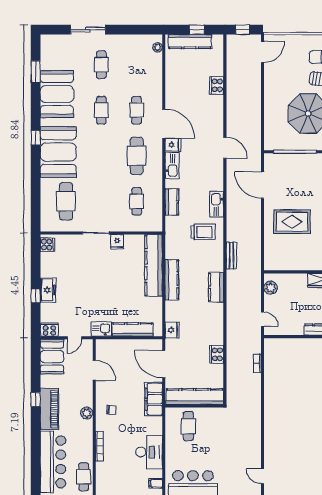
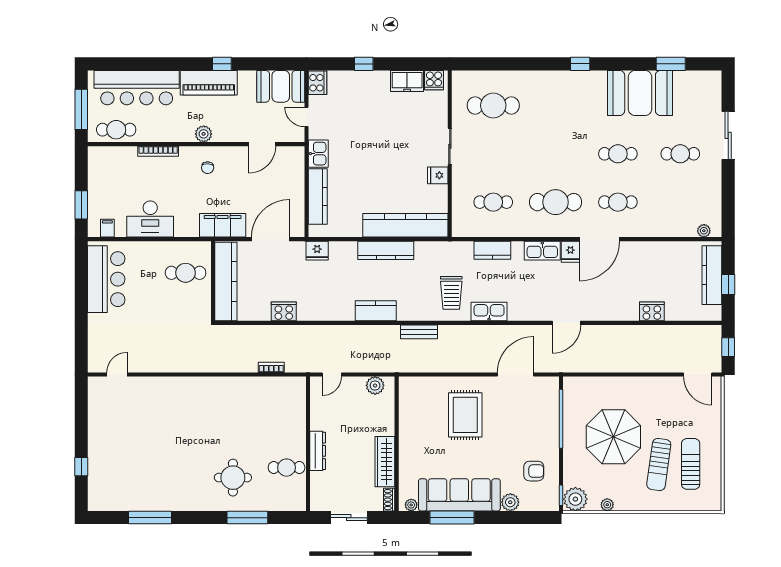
booth: (58, 152) -> (561, 95), removed
freezer: (48, 290) -> (407, 81), moved

